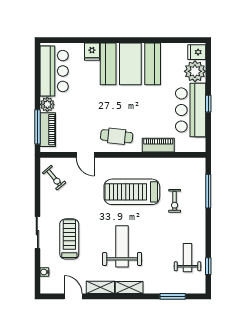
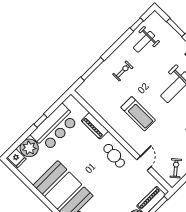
treadmill: (132, 192) -> (138, 114), width x0.73, depth x0.73
exercise bike: (175, 201) -> (123, 71), moved

